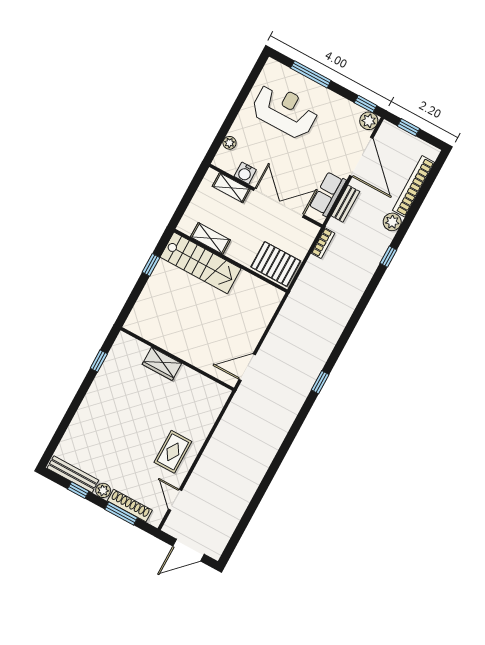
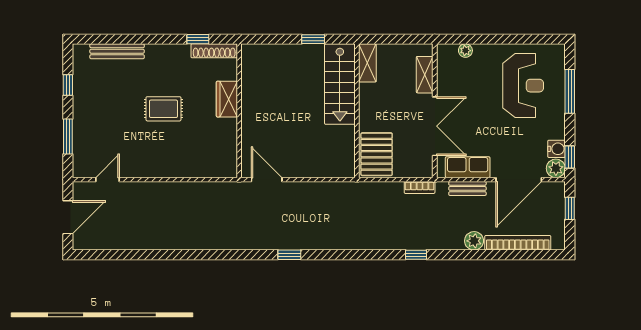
water cooler: (245, 173) -> (557, 149), moved, turned 180
shelving: (210, 238) -> (367, 63), moved
window: (388, 257) -> (416, 255), moved
rug: (173, 452) -> (163, 109), moved
bench: (73, 474) -> (117, 51), moved, turned 90
plant: (103, 490) -> (80, 108), removed
shoe rack: (130, 506) -> (214, 51), moved, turned 90
door: (189, 550) -> (68, 217), swing flipped

